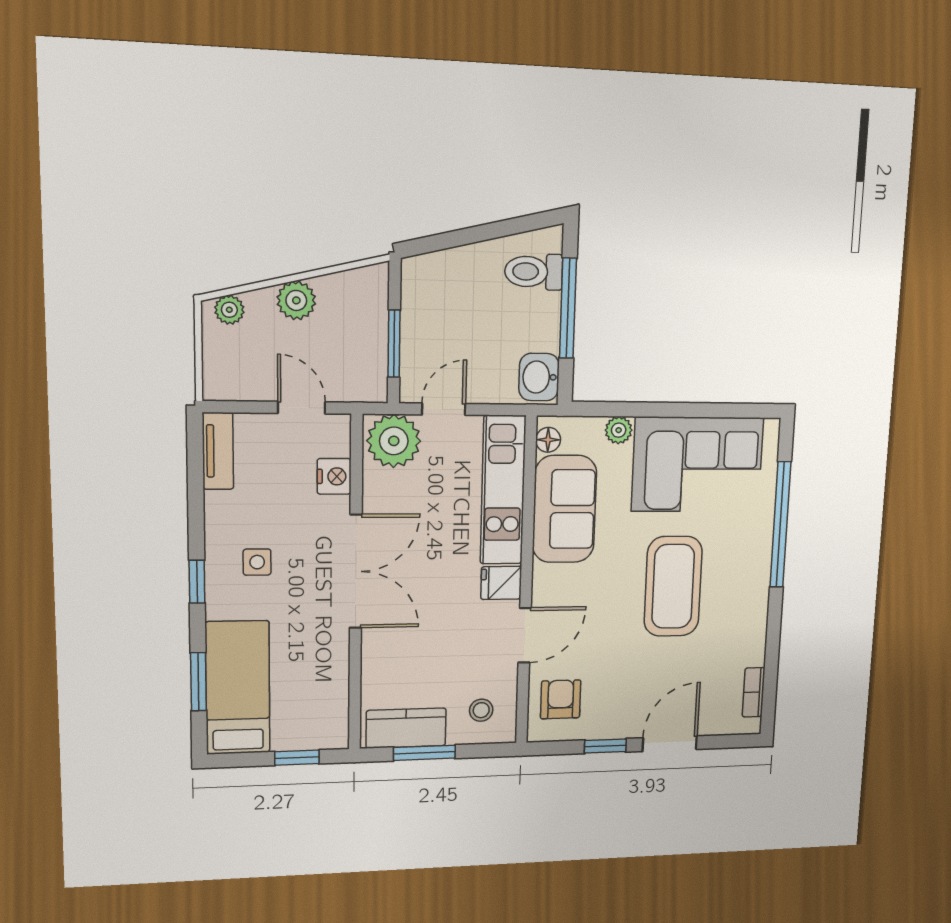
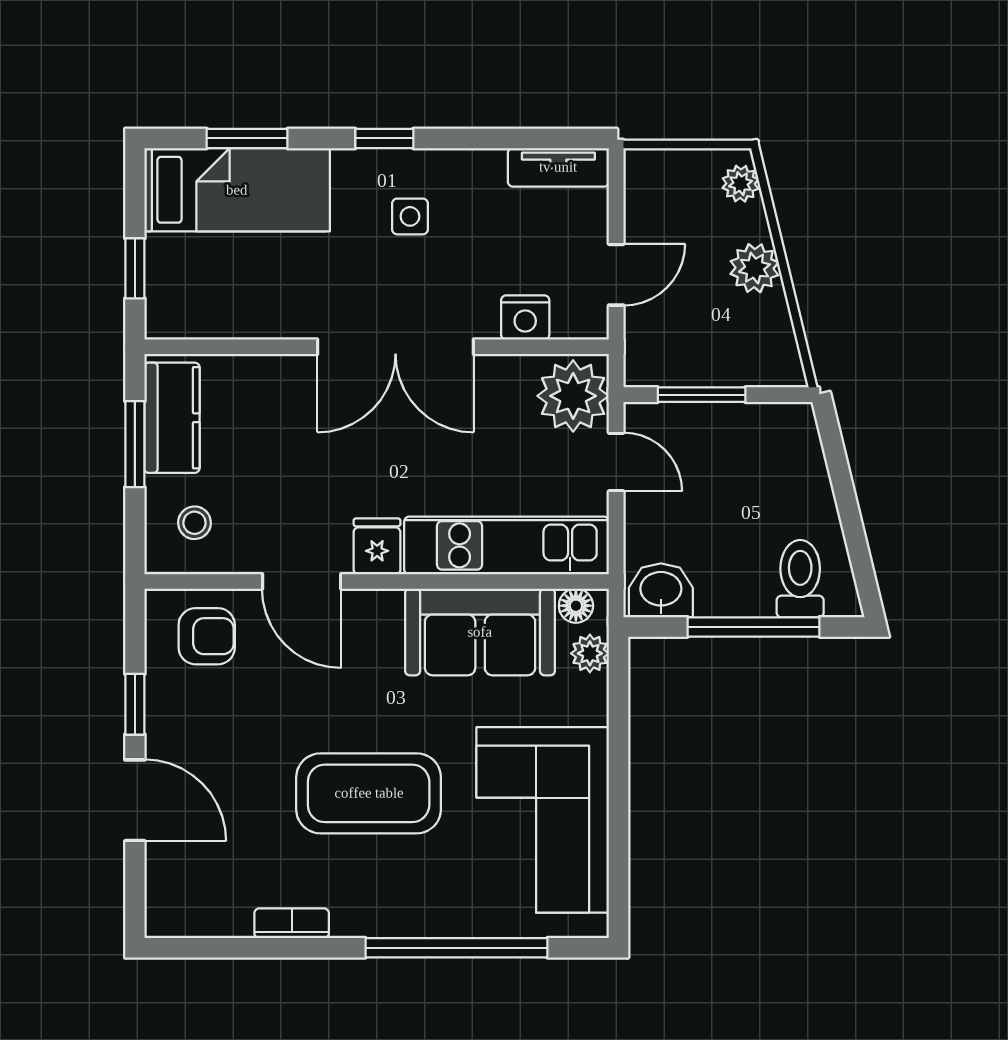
plant: (619, 430) -> (590, 653), moved
bookcase: (754, 692) -> (292, 923), moved

